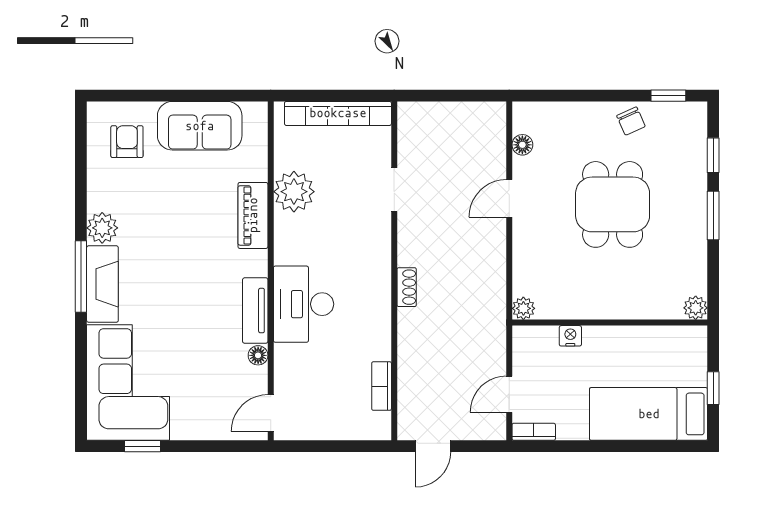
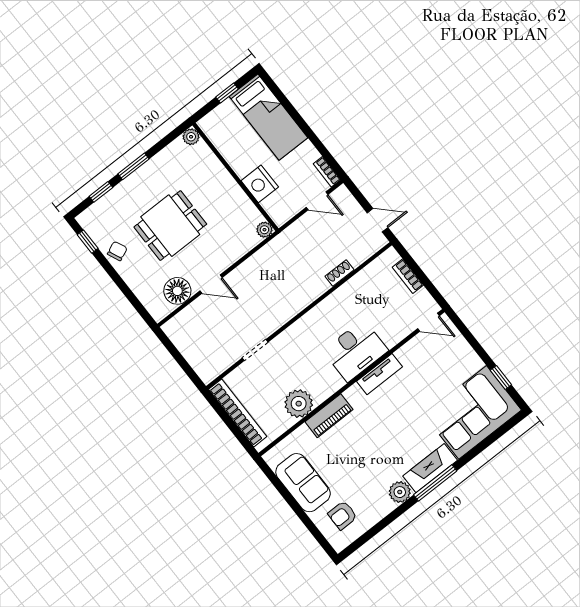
floor lamp: (522, 145) -> (177, 291), width x1.89, depth x1.89
shoe rack: (407, 287) -> (340, 273), moved
nightstand: (570, 336) -> (260, 184), width x1.89, depth x1.79
floor lamp: (258, 355) -> (403, 354), removed
bookcase: (382, 386) -> (408, 276), moved, turned 90

